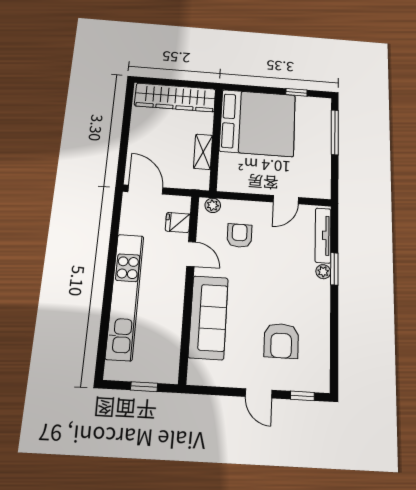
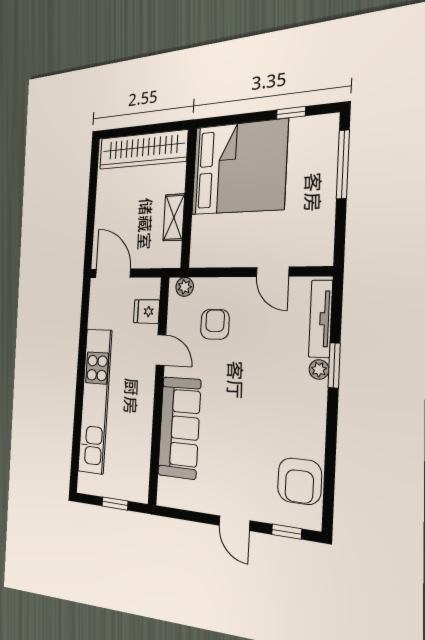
door: (286, 200) -> (273, 272), hinge flipped
armchair: (281, 341) -> (299, 481), moved

